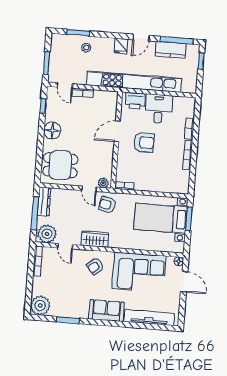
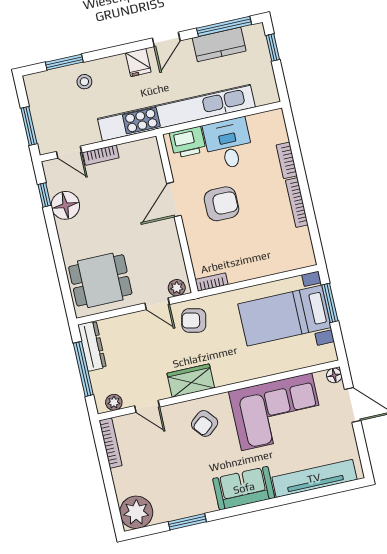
floor lamp: (52, 131) -> (65, 205), moved
plant: (47, 234) -> (114, 402), width x0.53, depth x0.53

